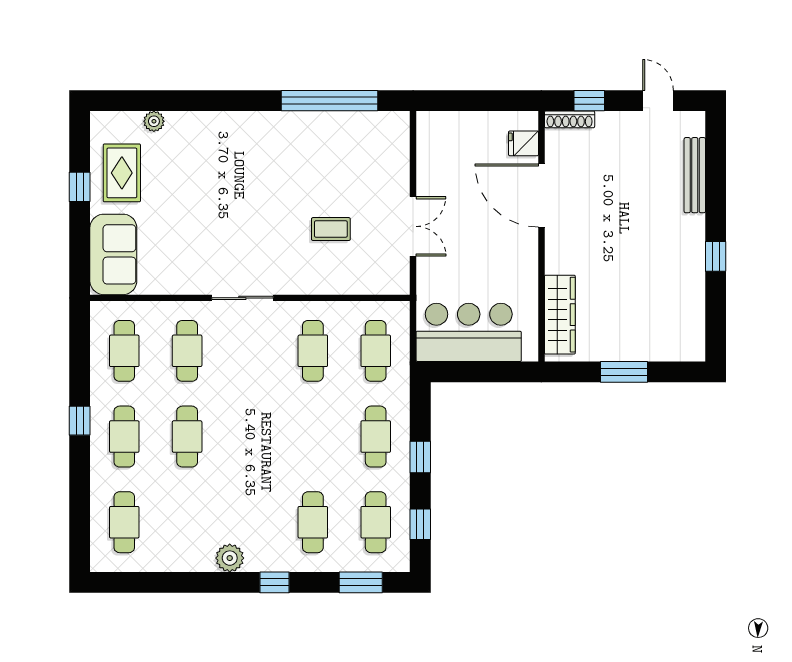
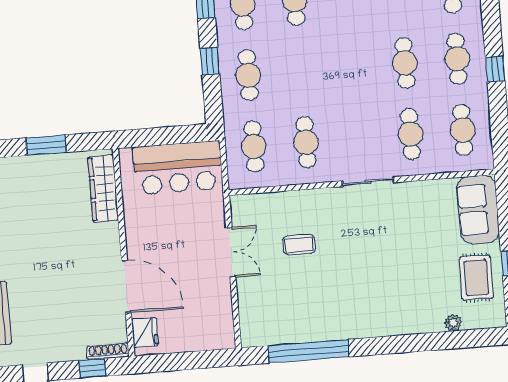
fridge: (524, 143) -> (145, 332), width x1.38
double door: (413, 226) -> (231, 252), swing flipped

